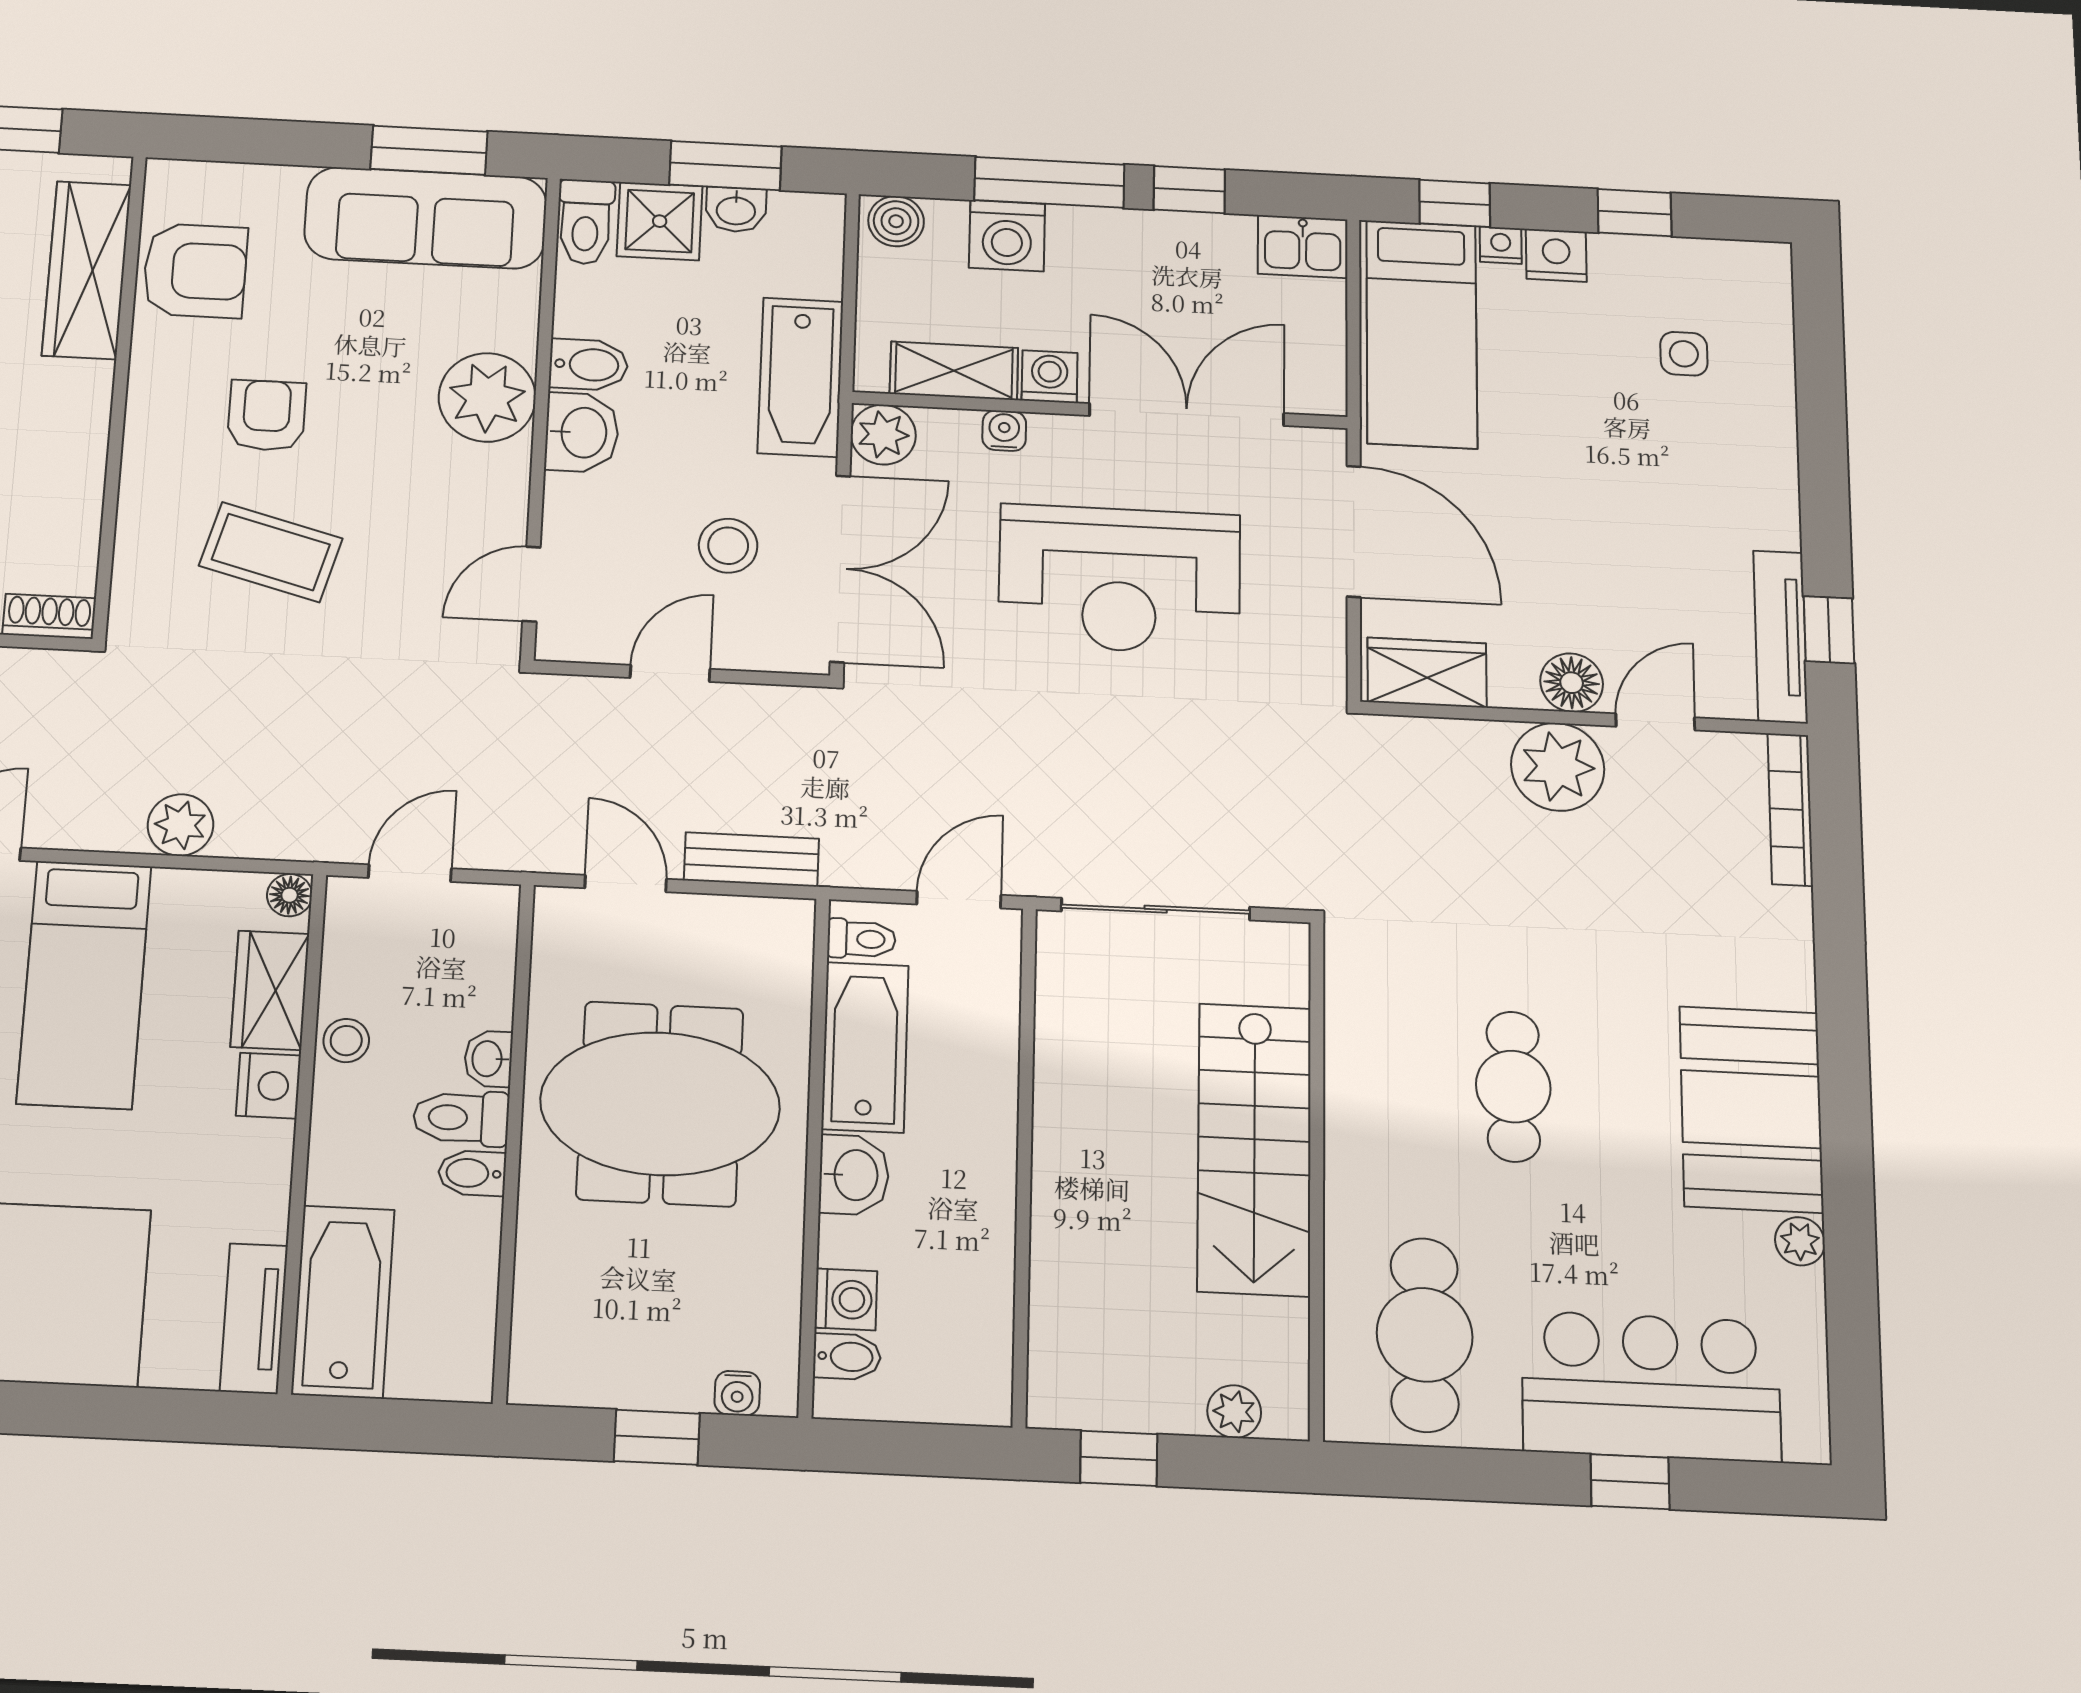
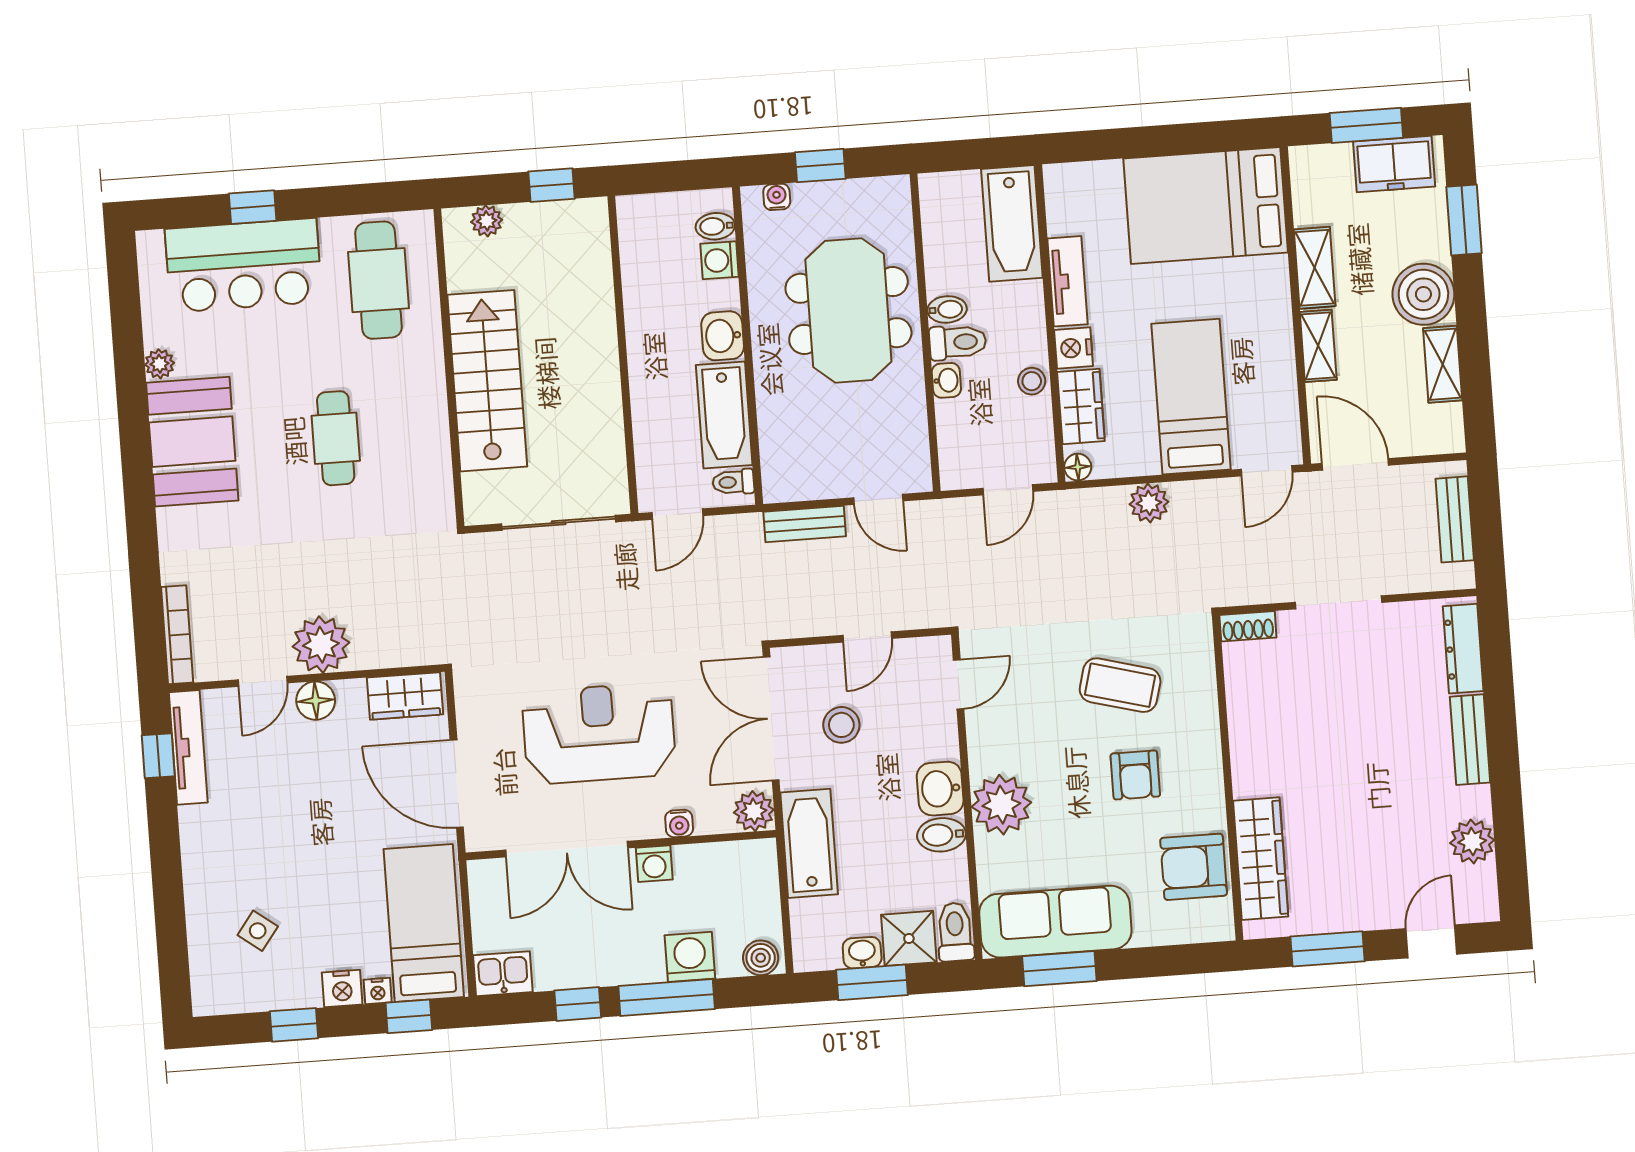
side table: (1684, 354) -> (258, 931), turned 37
shelving: (954, 371) -> (714, 860), removed
meeting table: (660, 1104) -> (848, 311), moved, turned 90
tv unit: (254, 1318) -> (1068, 281), moved

